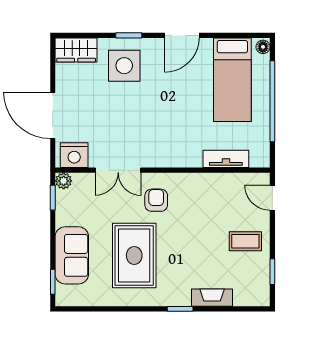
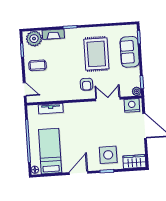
plant: (249, 292) -> (34, 39), added

